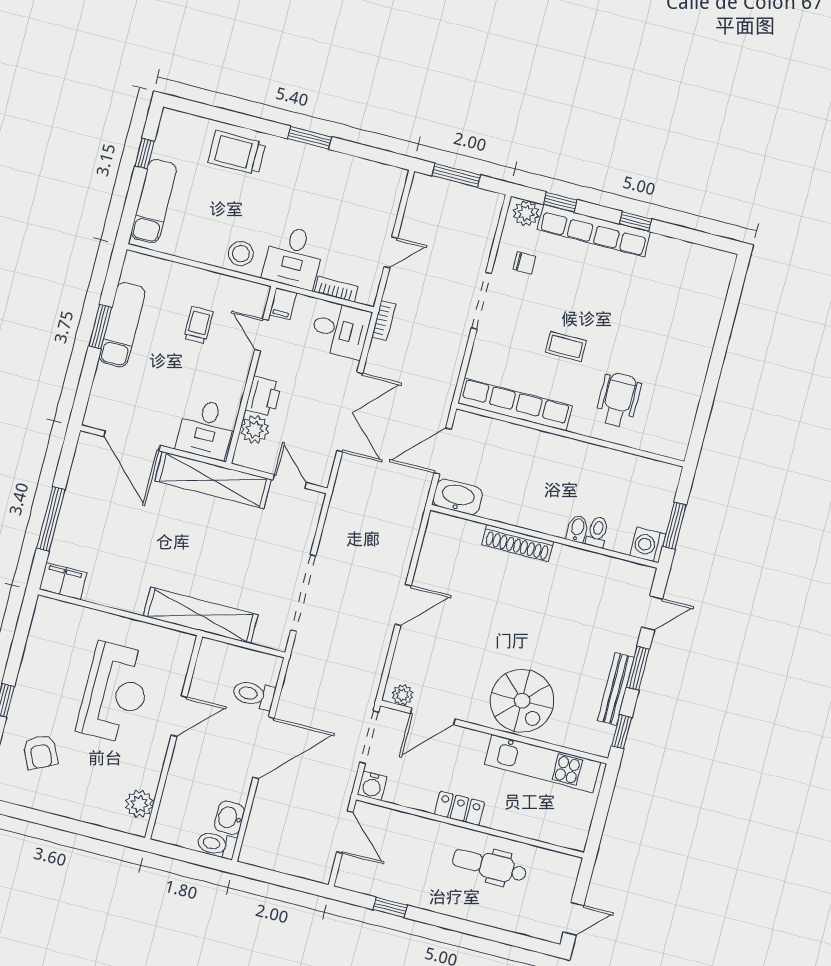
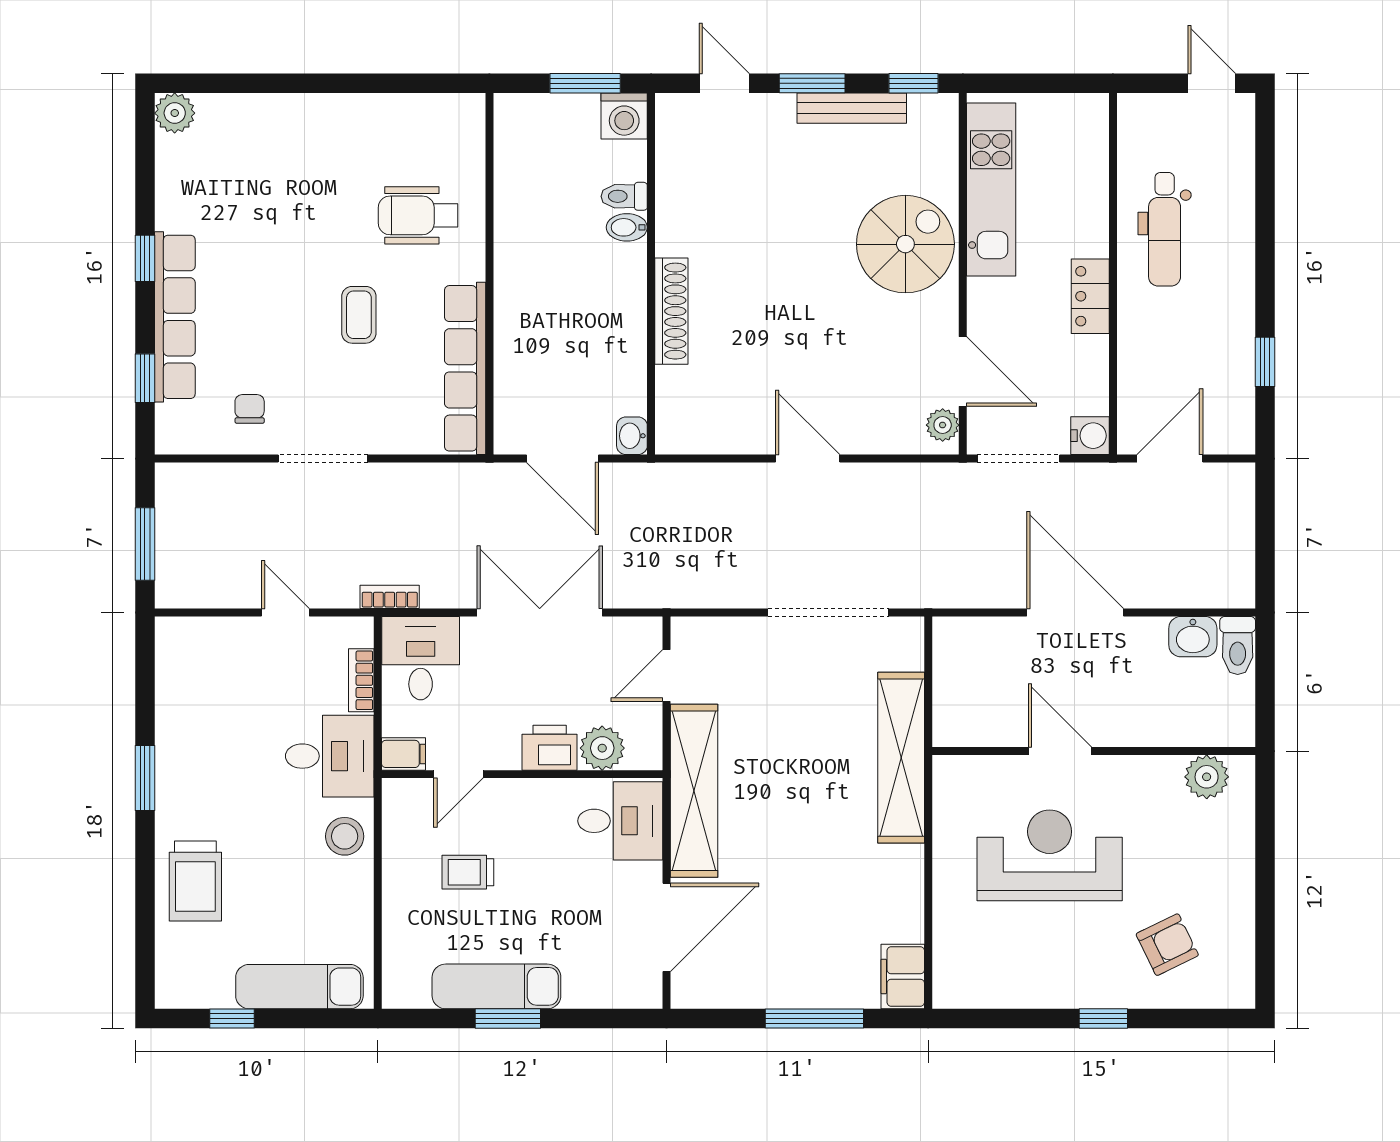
plant: (526, 213) -> (175, 113), moved
washbasin: (458, 497) -> (632, 436), width x0.52, depth x0.69
toilet: (254, 694) -> (999, 648), removed

